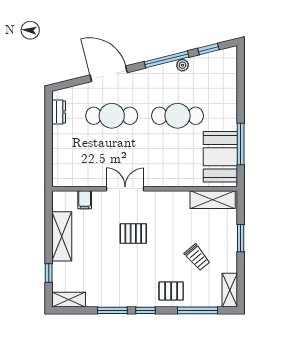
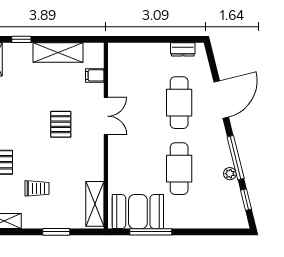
trolley: (197, 257) -> (37, 188), turned -140

